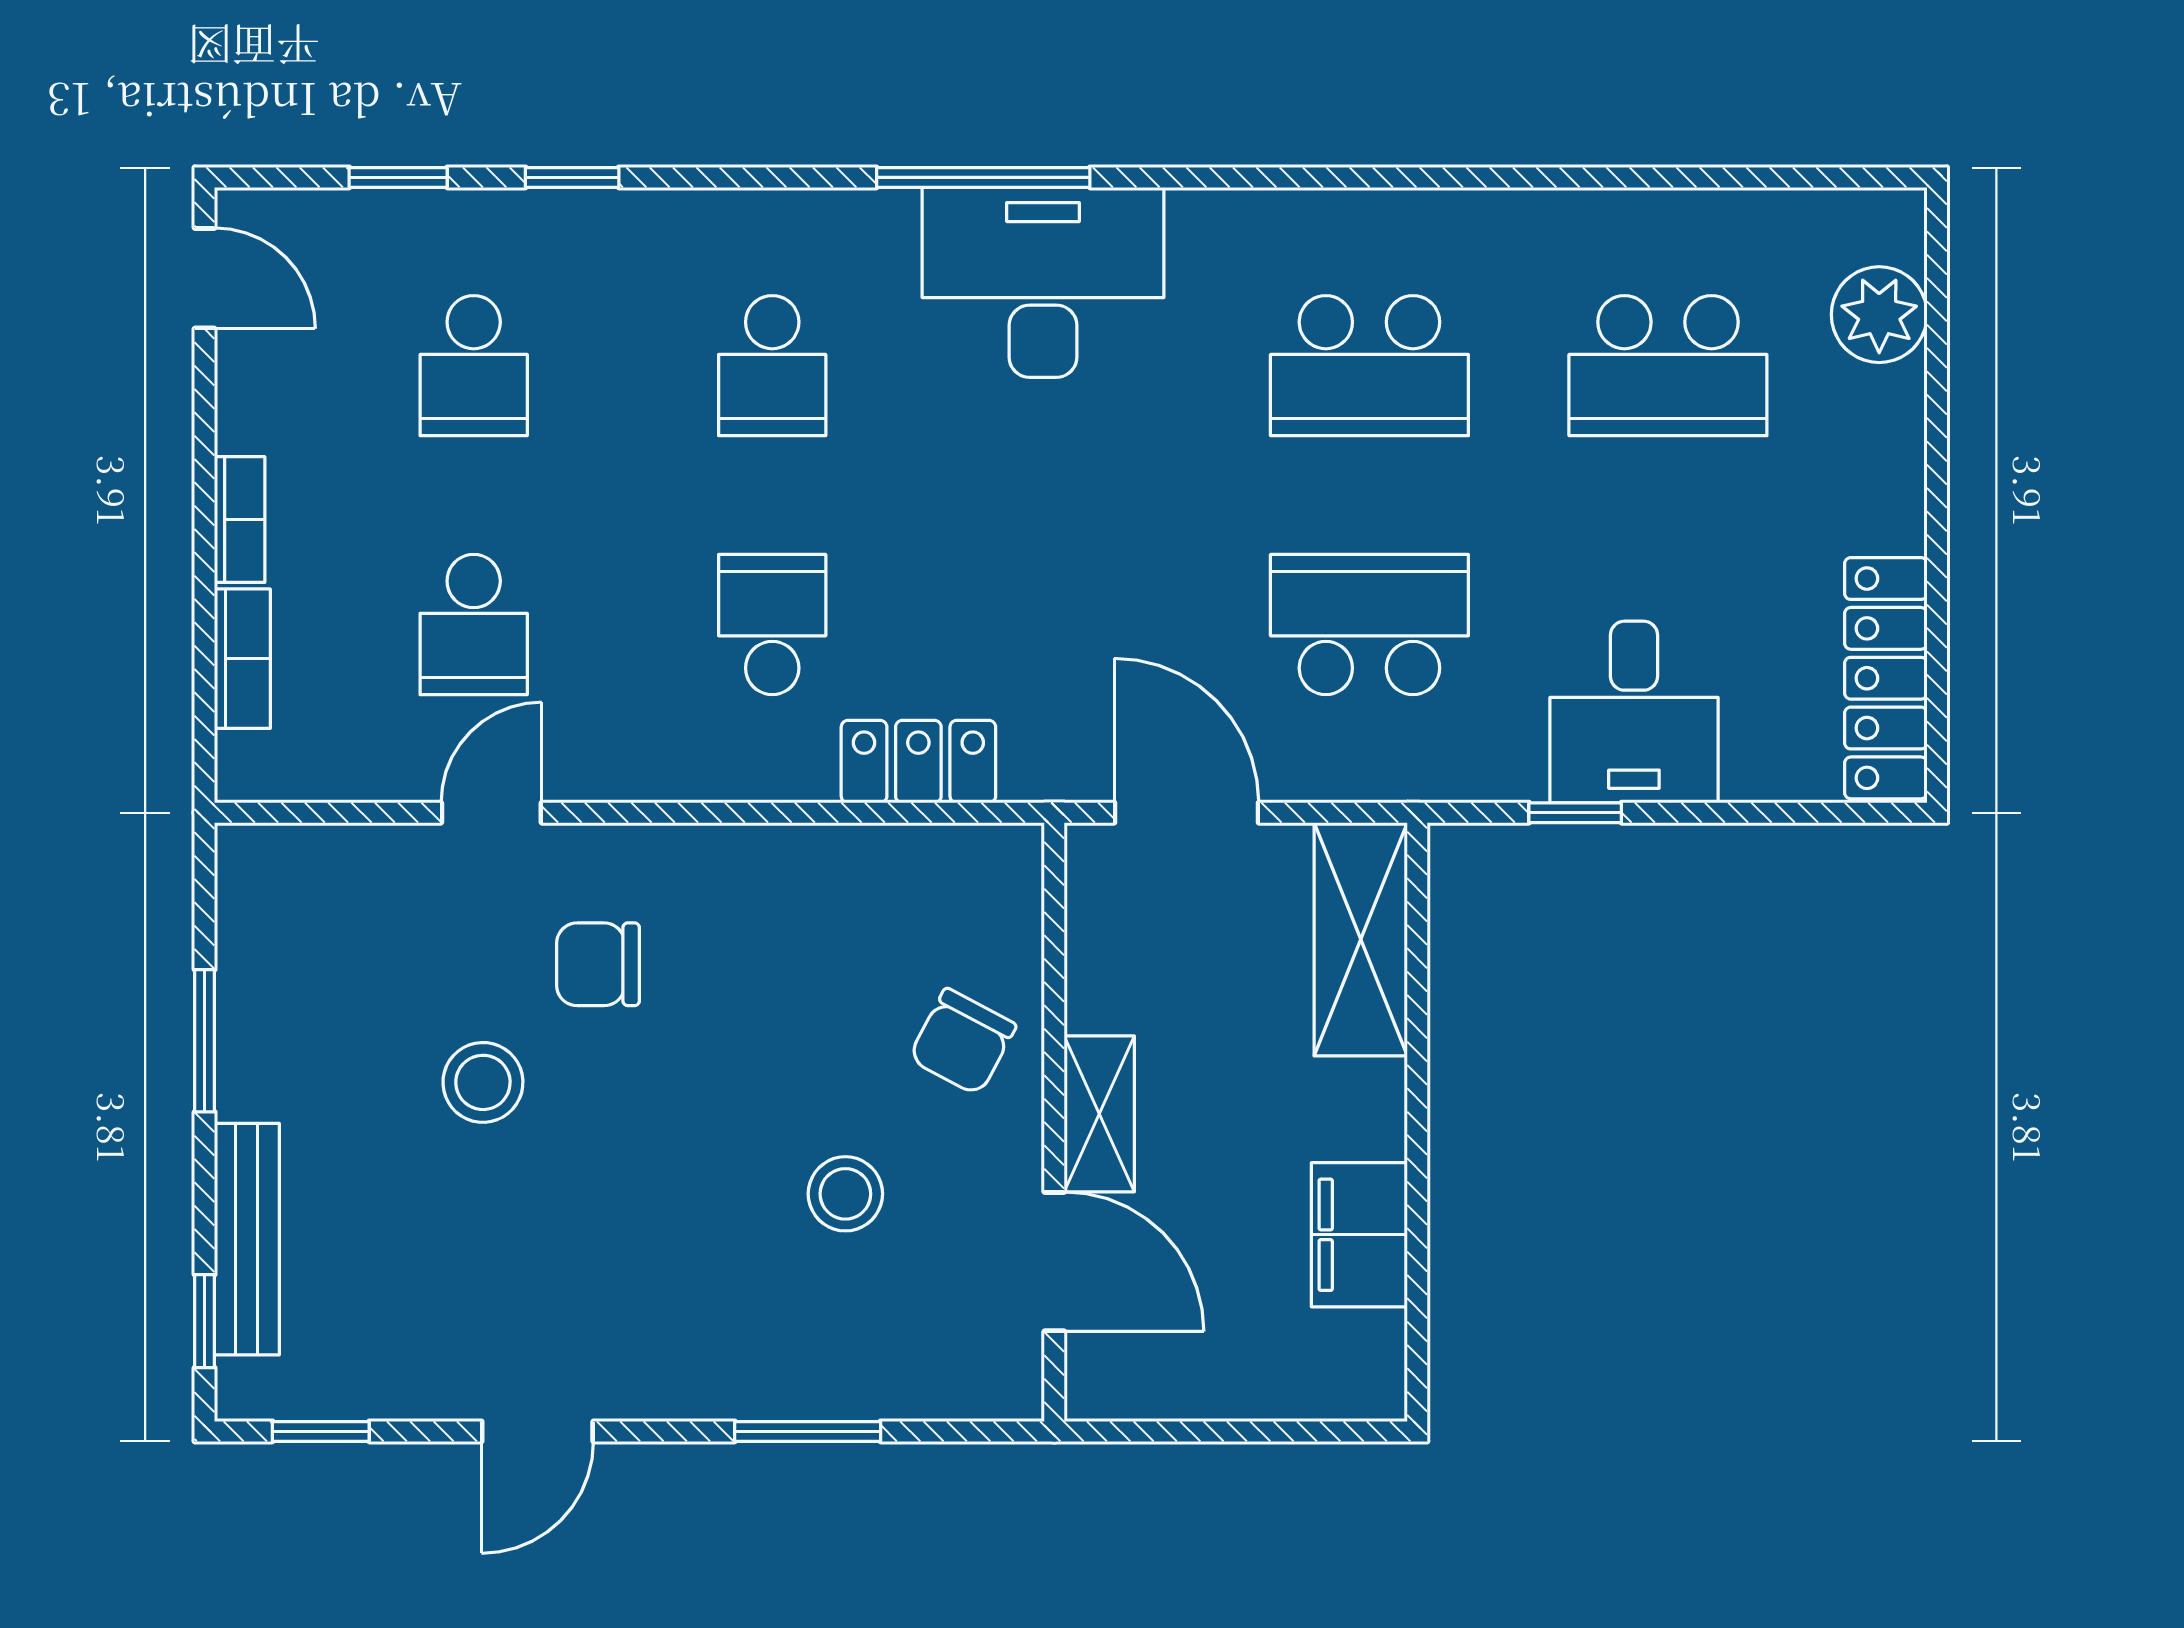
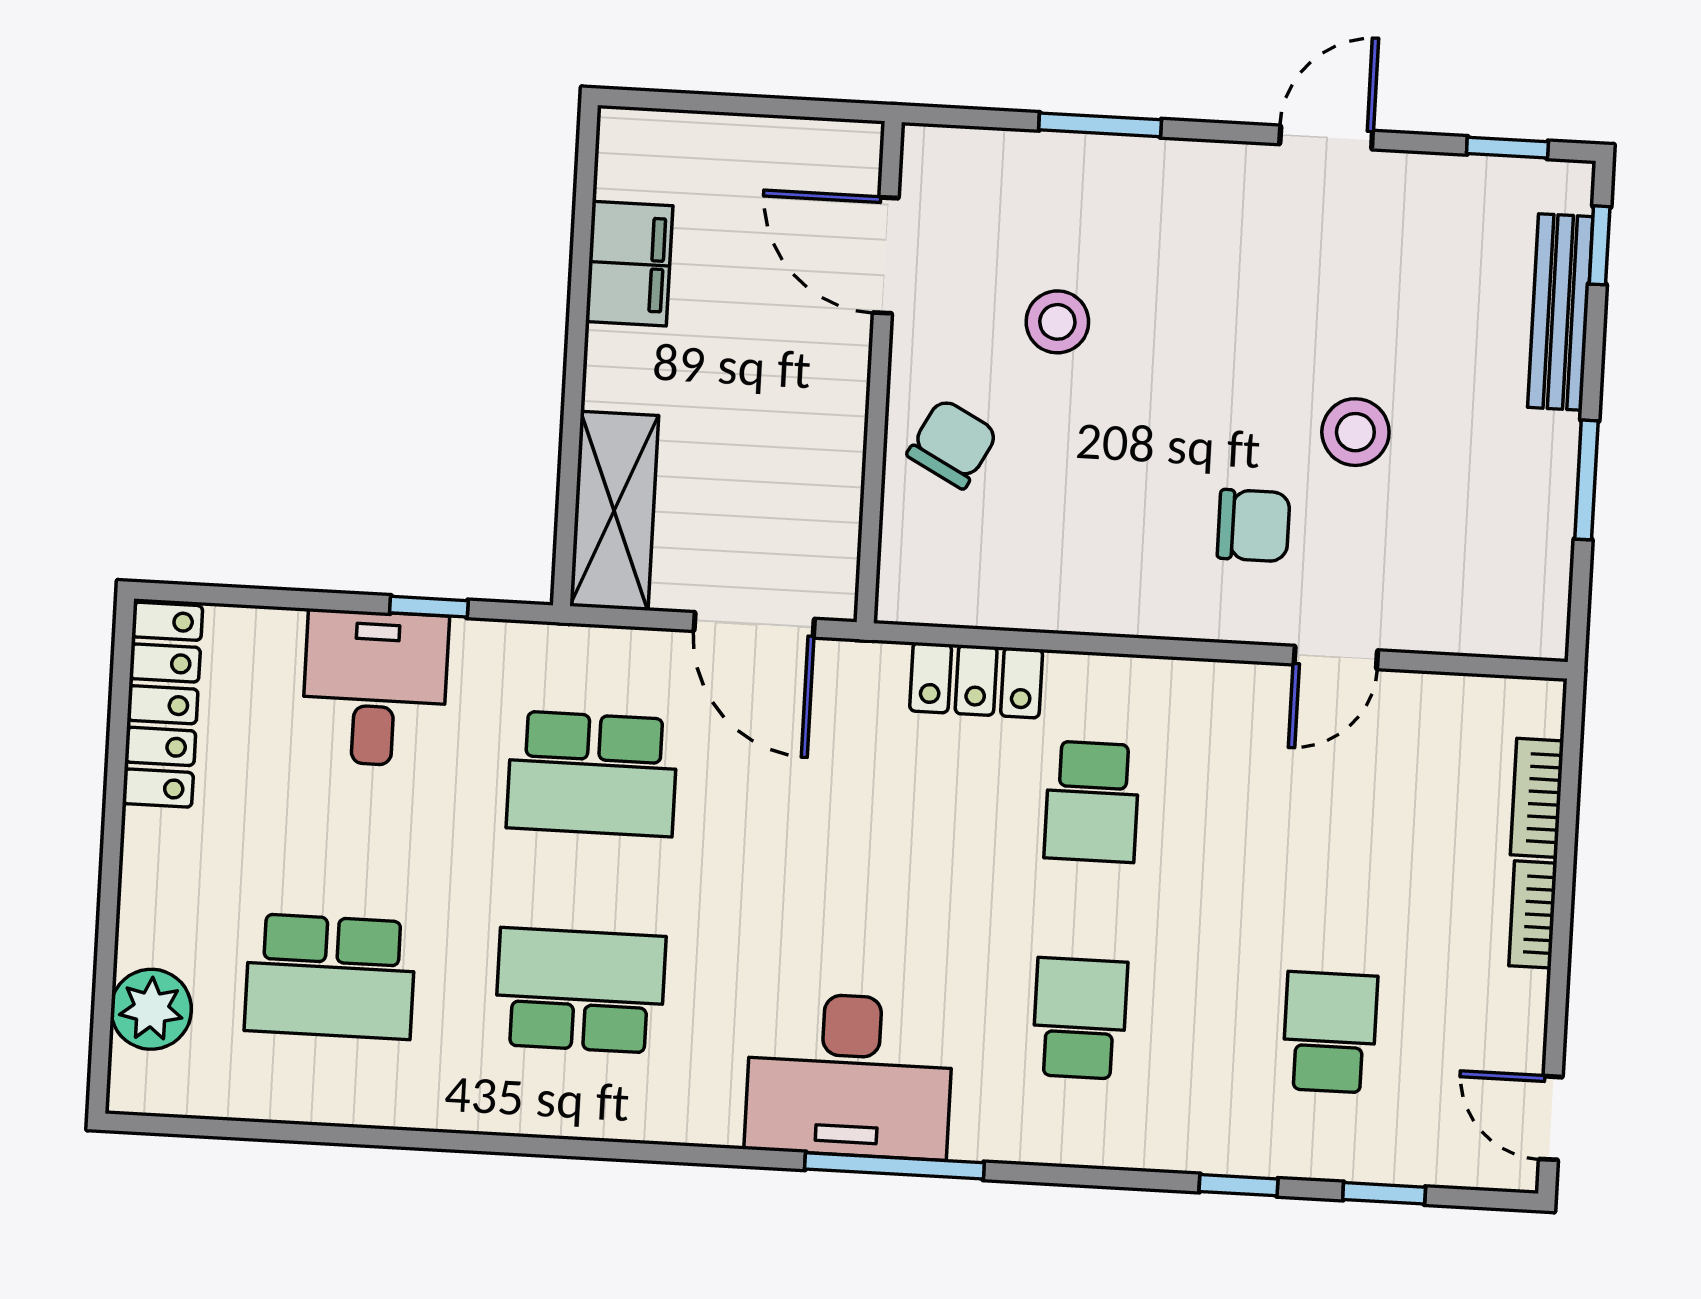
school desk: (1668, 366) -> (330, 976), turned 180
school desk: (474, 625) -> (1342, 816), removed
shelving: (1099, 1114) -> (841, 377), removed

